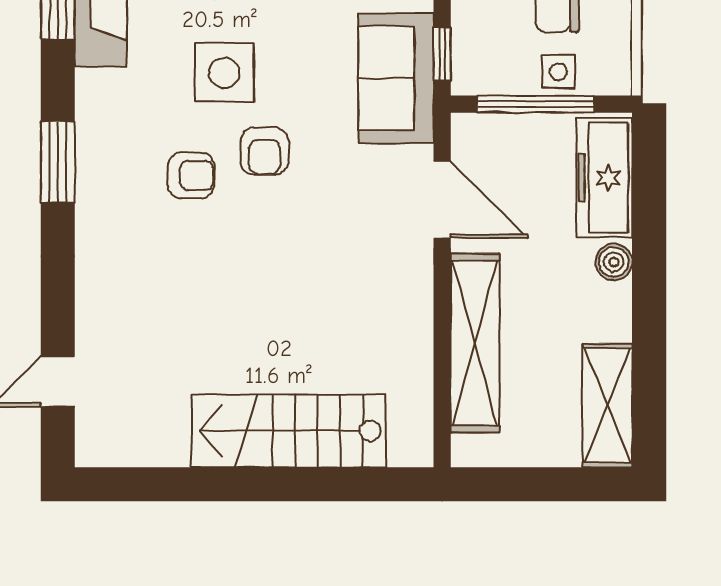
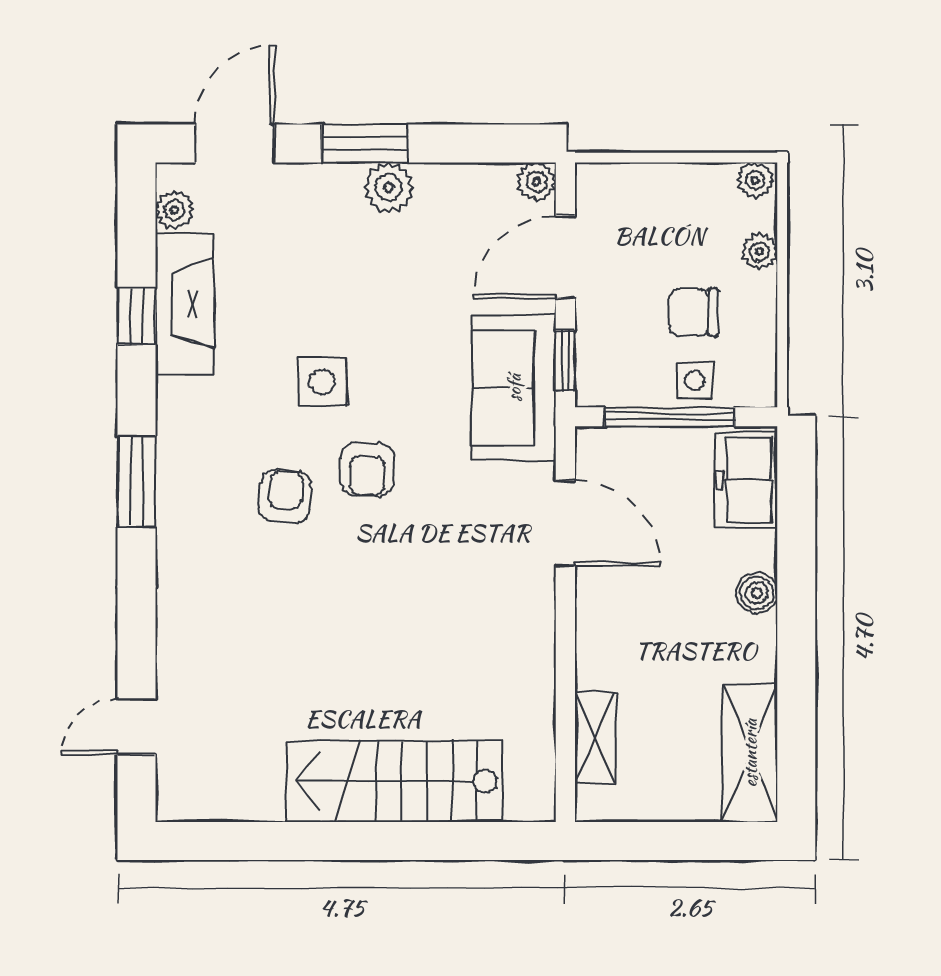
side table: (224, 73) -> (322, 382), width x0.73, depth x0.73
armchair: (191, 175) -> (285, 496), turned -85
freezer: (604, 178) -> (746, 480), width x0.71
shelving: (475, 343) -> (595, 738), width x0.45, depth x0.75

